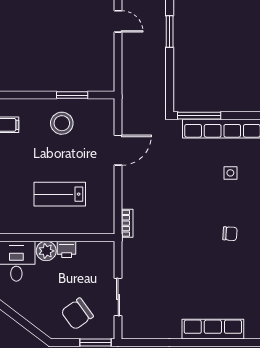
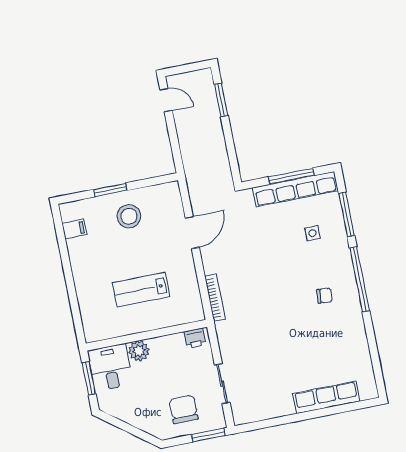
window: (72, 95) -> (110, 190), moved
window: (199, 116) -> (291, 176), moved
bookcase: (127, 223) -> (215, 298), width x1.56
printer: (67, 249) -> (195, 338), moved
chair: (77, 314) -> (184, 409), turned 126

